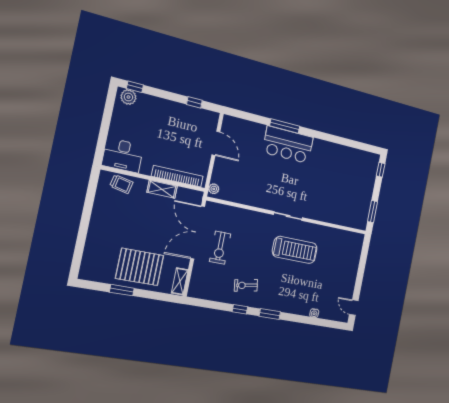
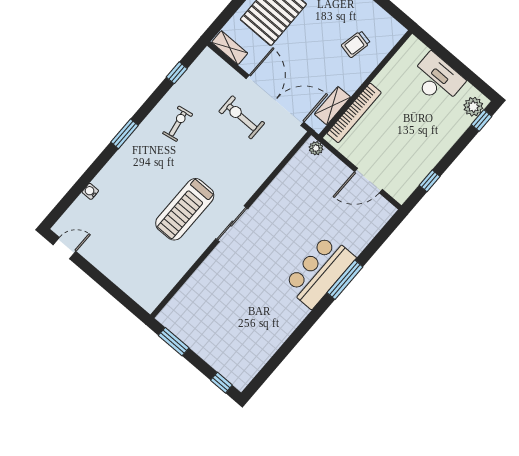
desk: (123, 155) -> (437, 79), moved, turned 90
trolley: (121, 184) -> (356, 44), moved
shelving: (162, 189) -> (332, 106), moved
window: (240, 309) -> (177, 73), moved

